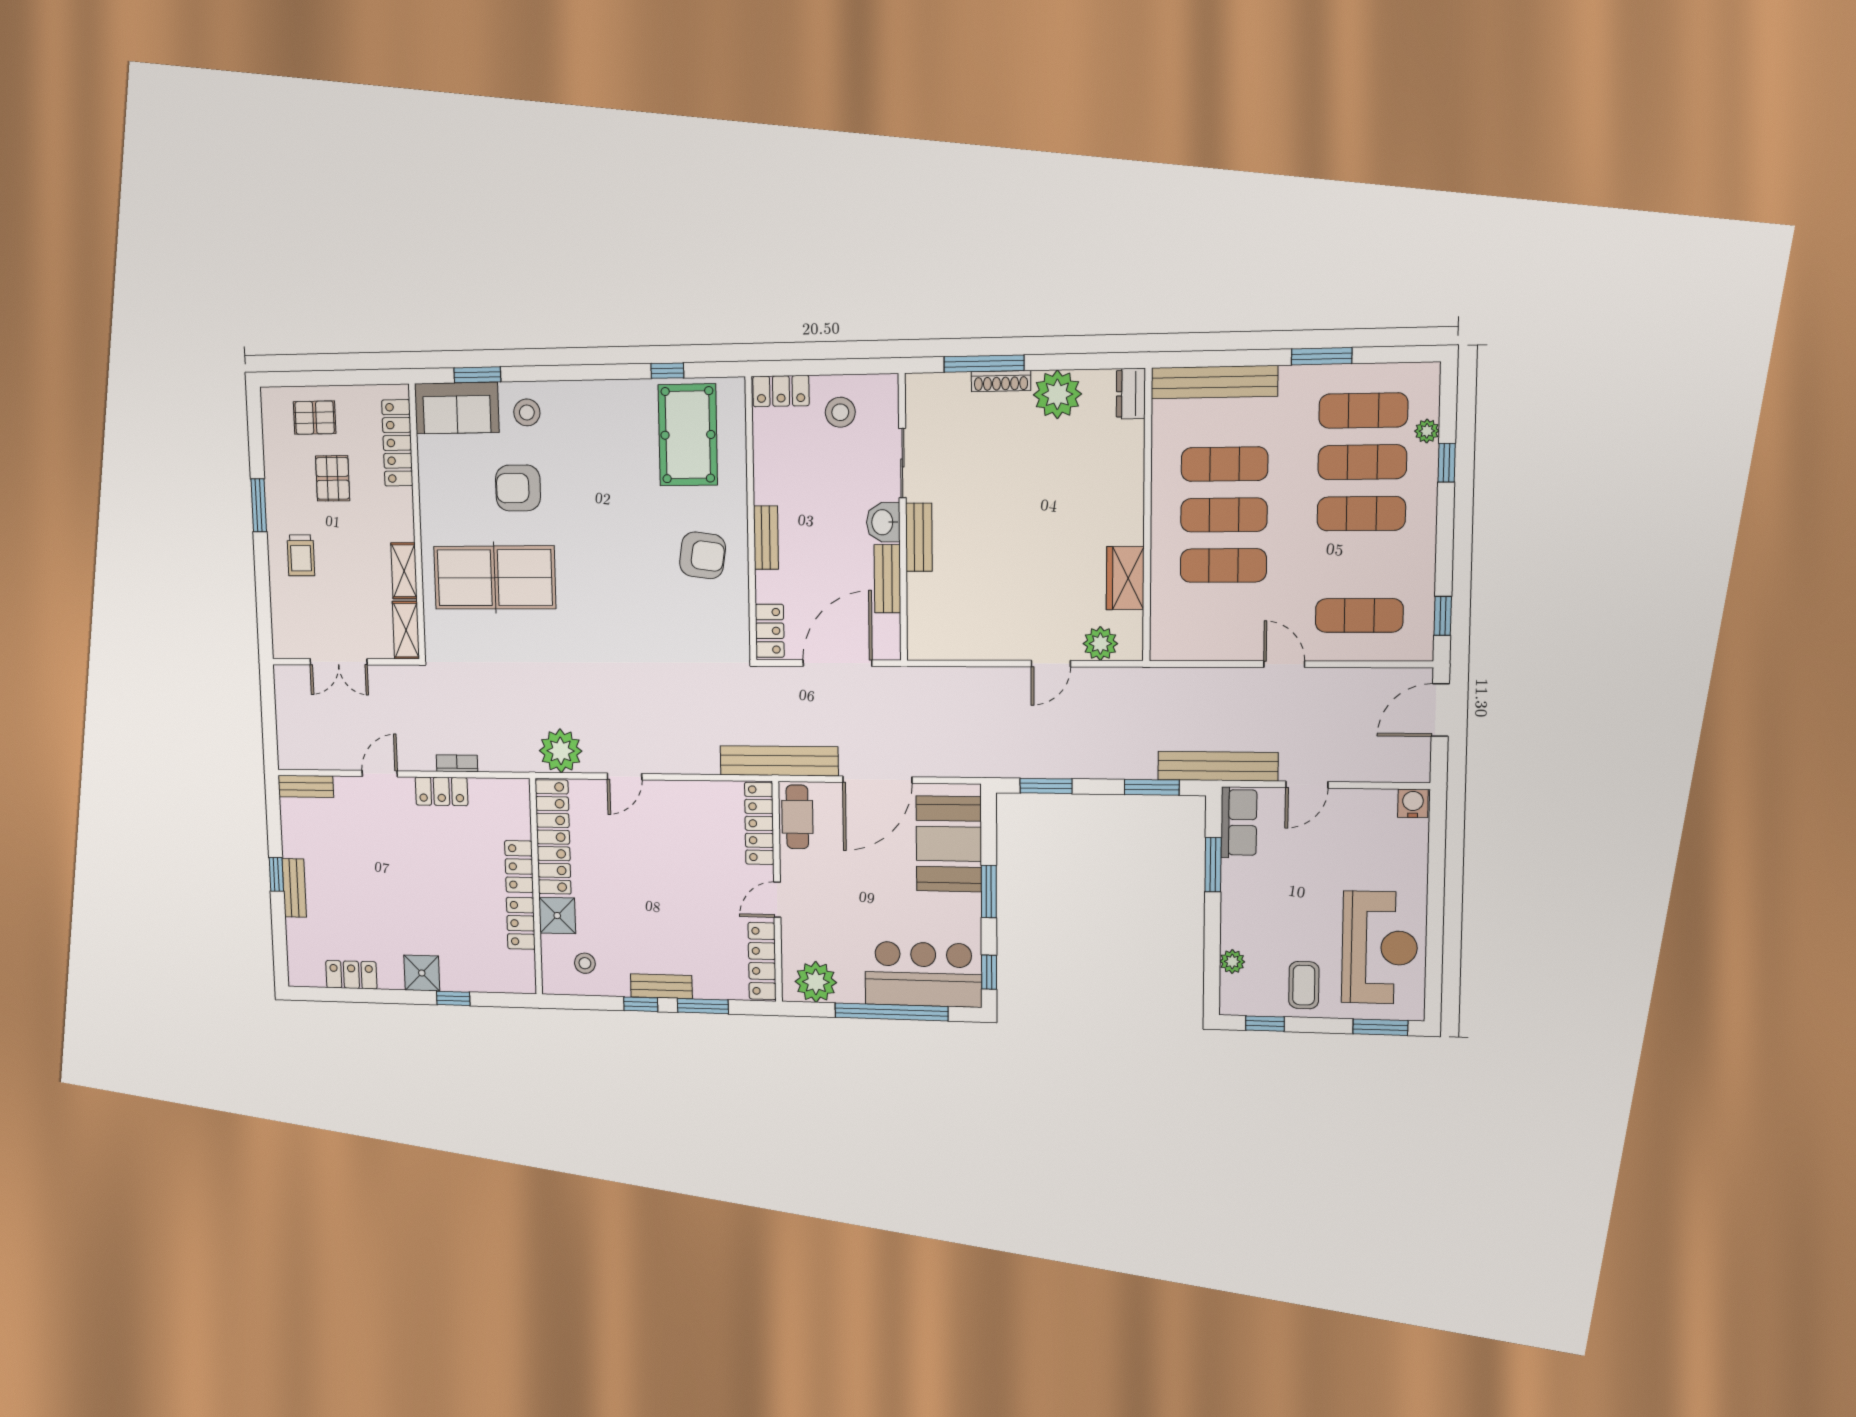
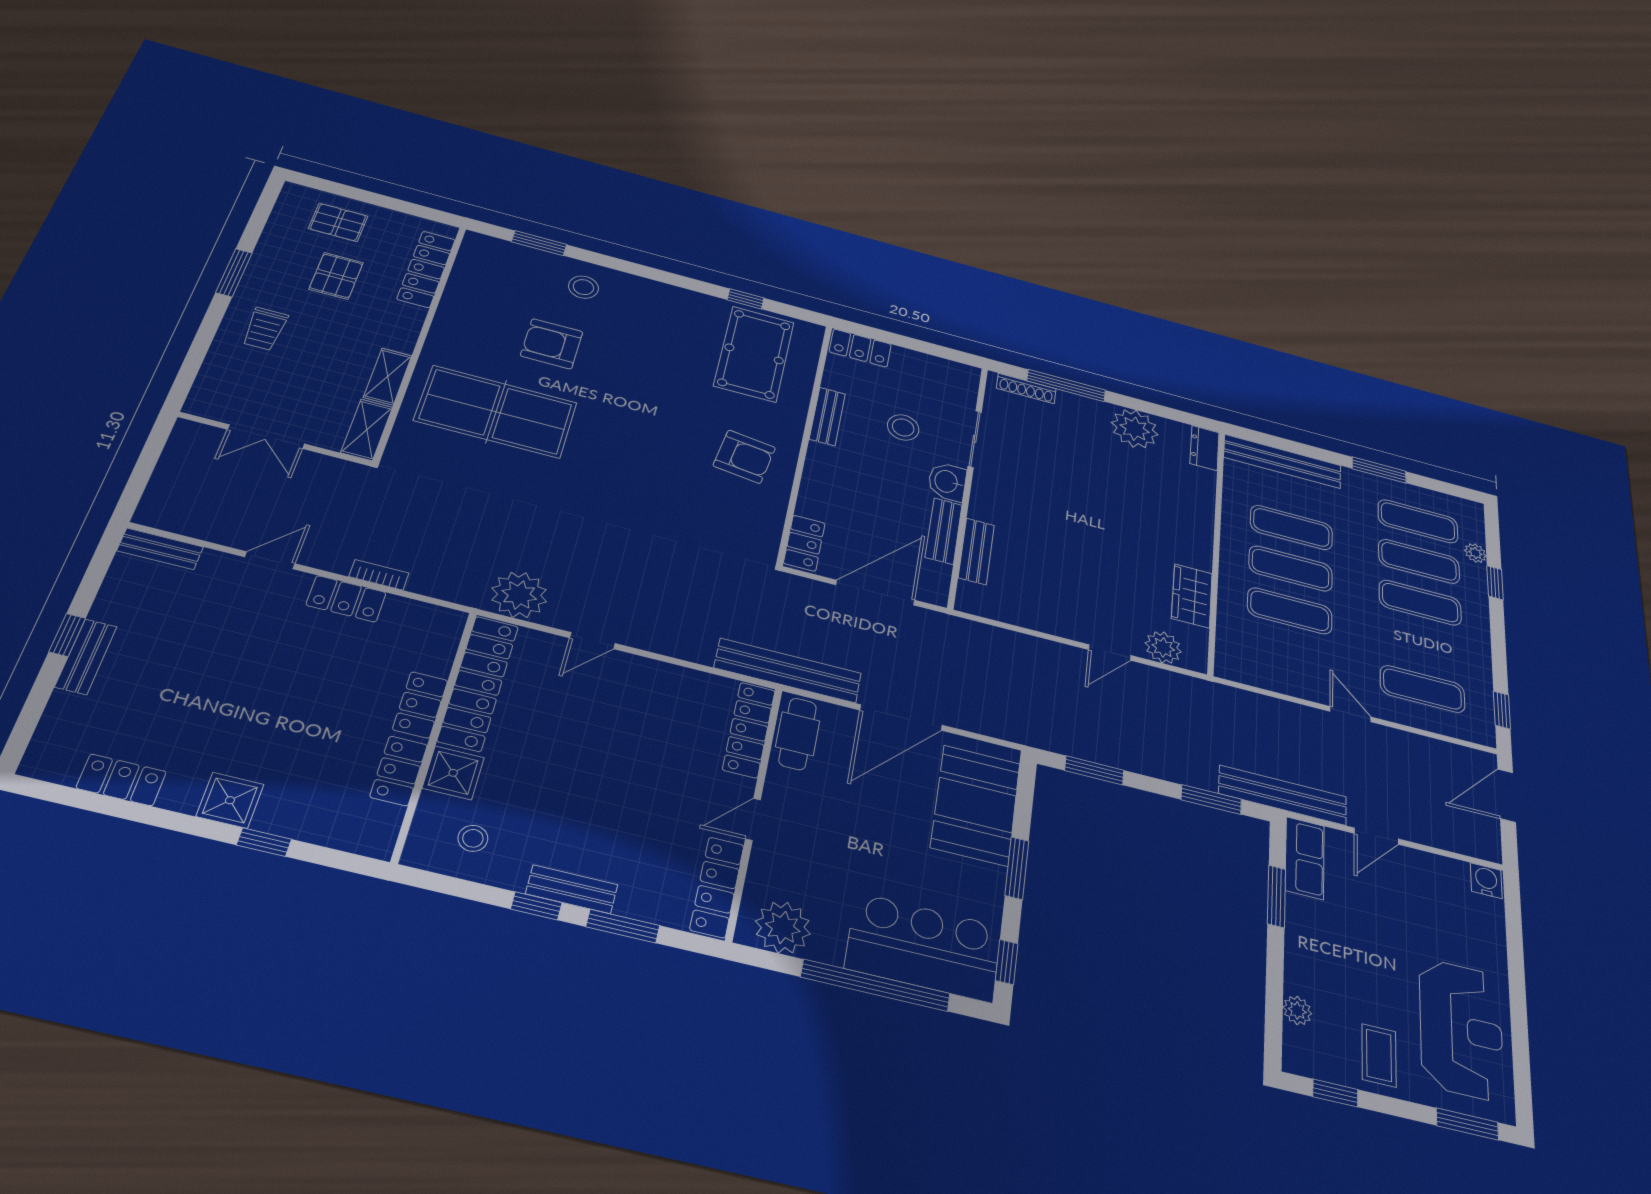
shoe rack: (1001, 381) -> (1026, 388), moved
sofa: (457, 408) -> (506, 261), removed
stool: (840, 412) -> (903, 427), moved
bench: (919, 537) -> (976, 551), moved
bench: (766, 538) -> (827, 416), moved

